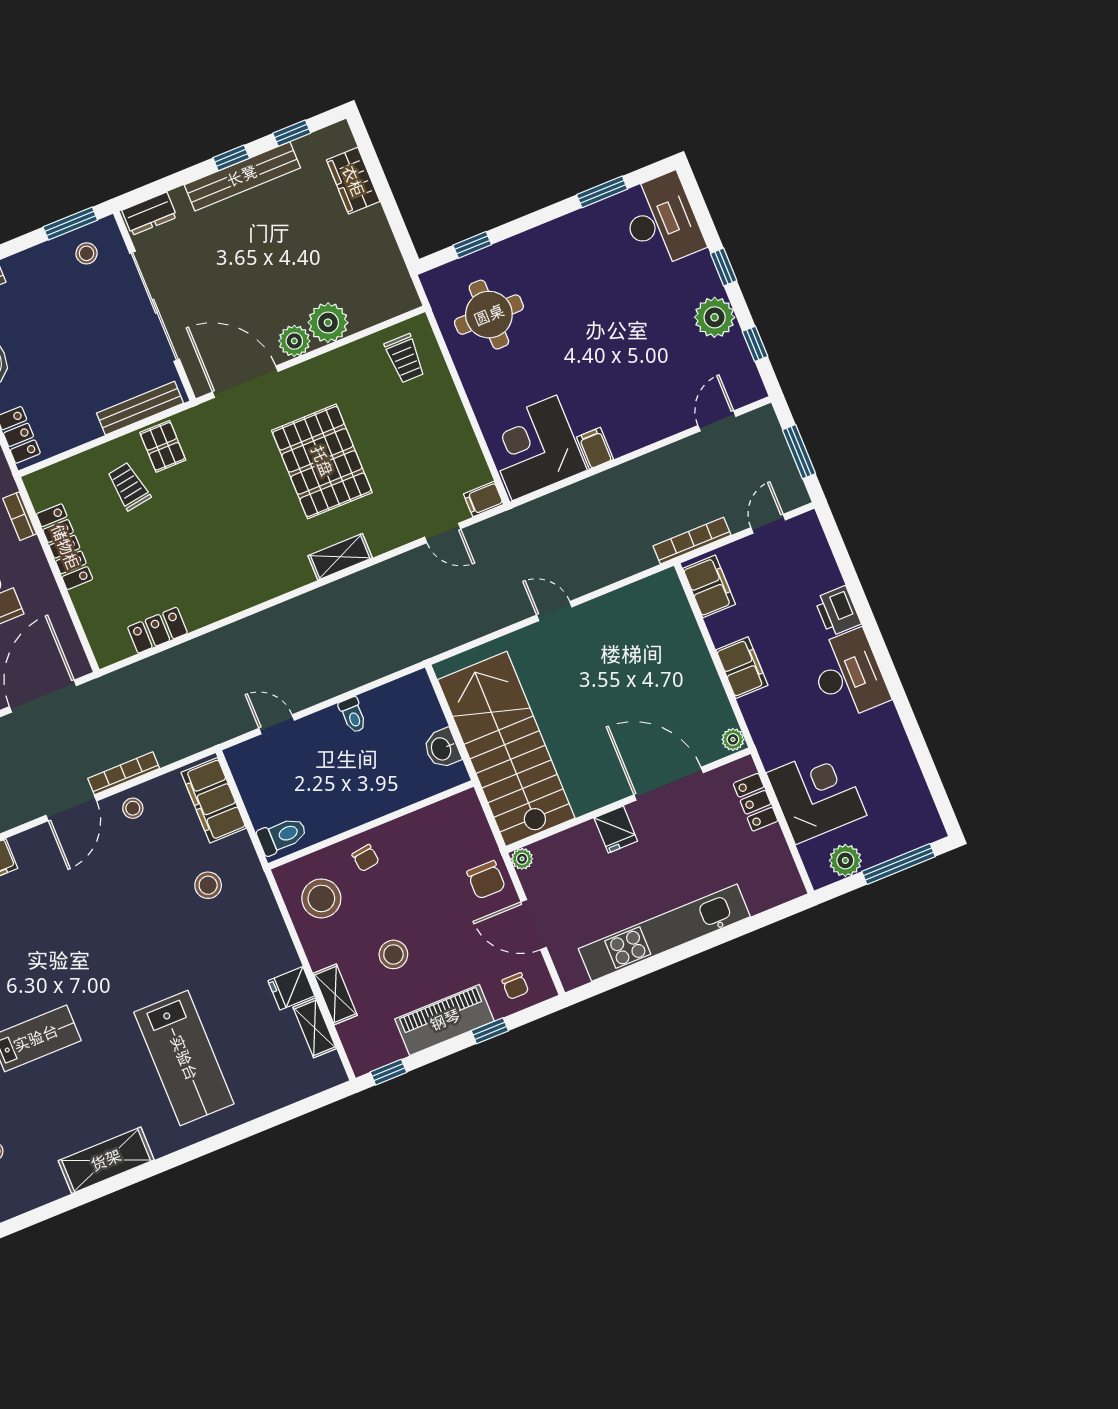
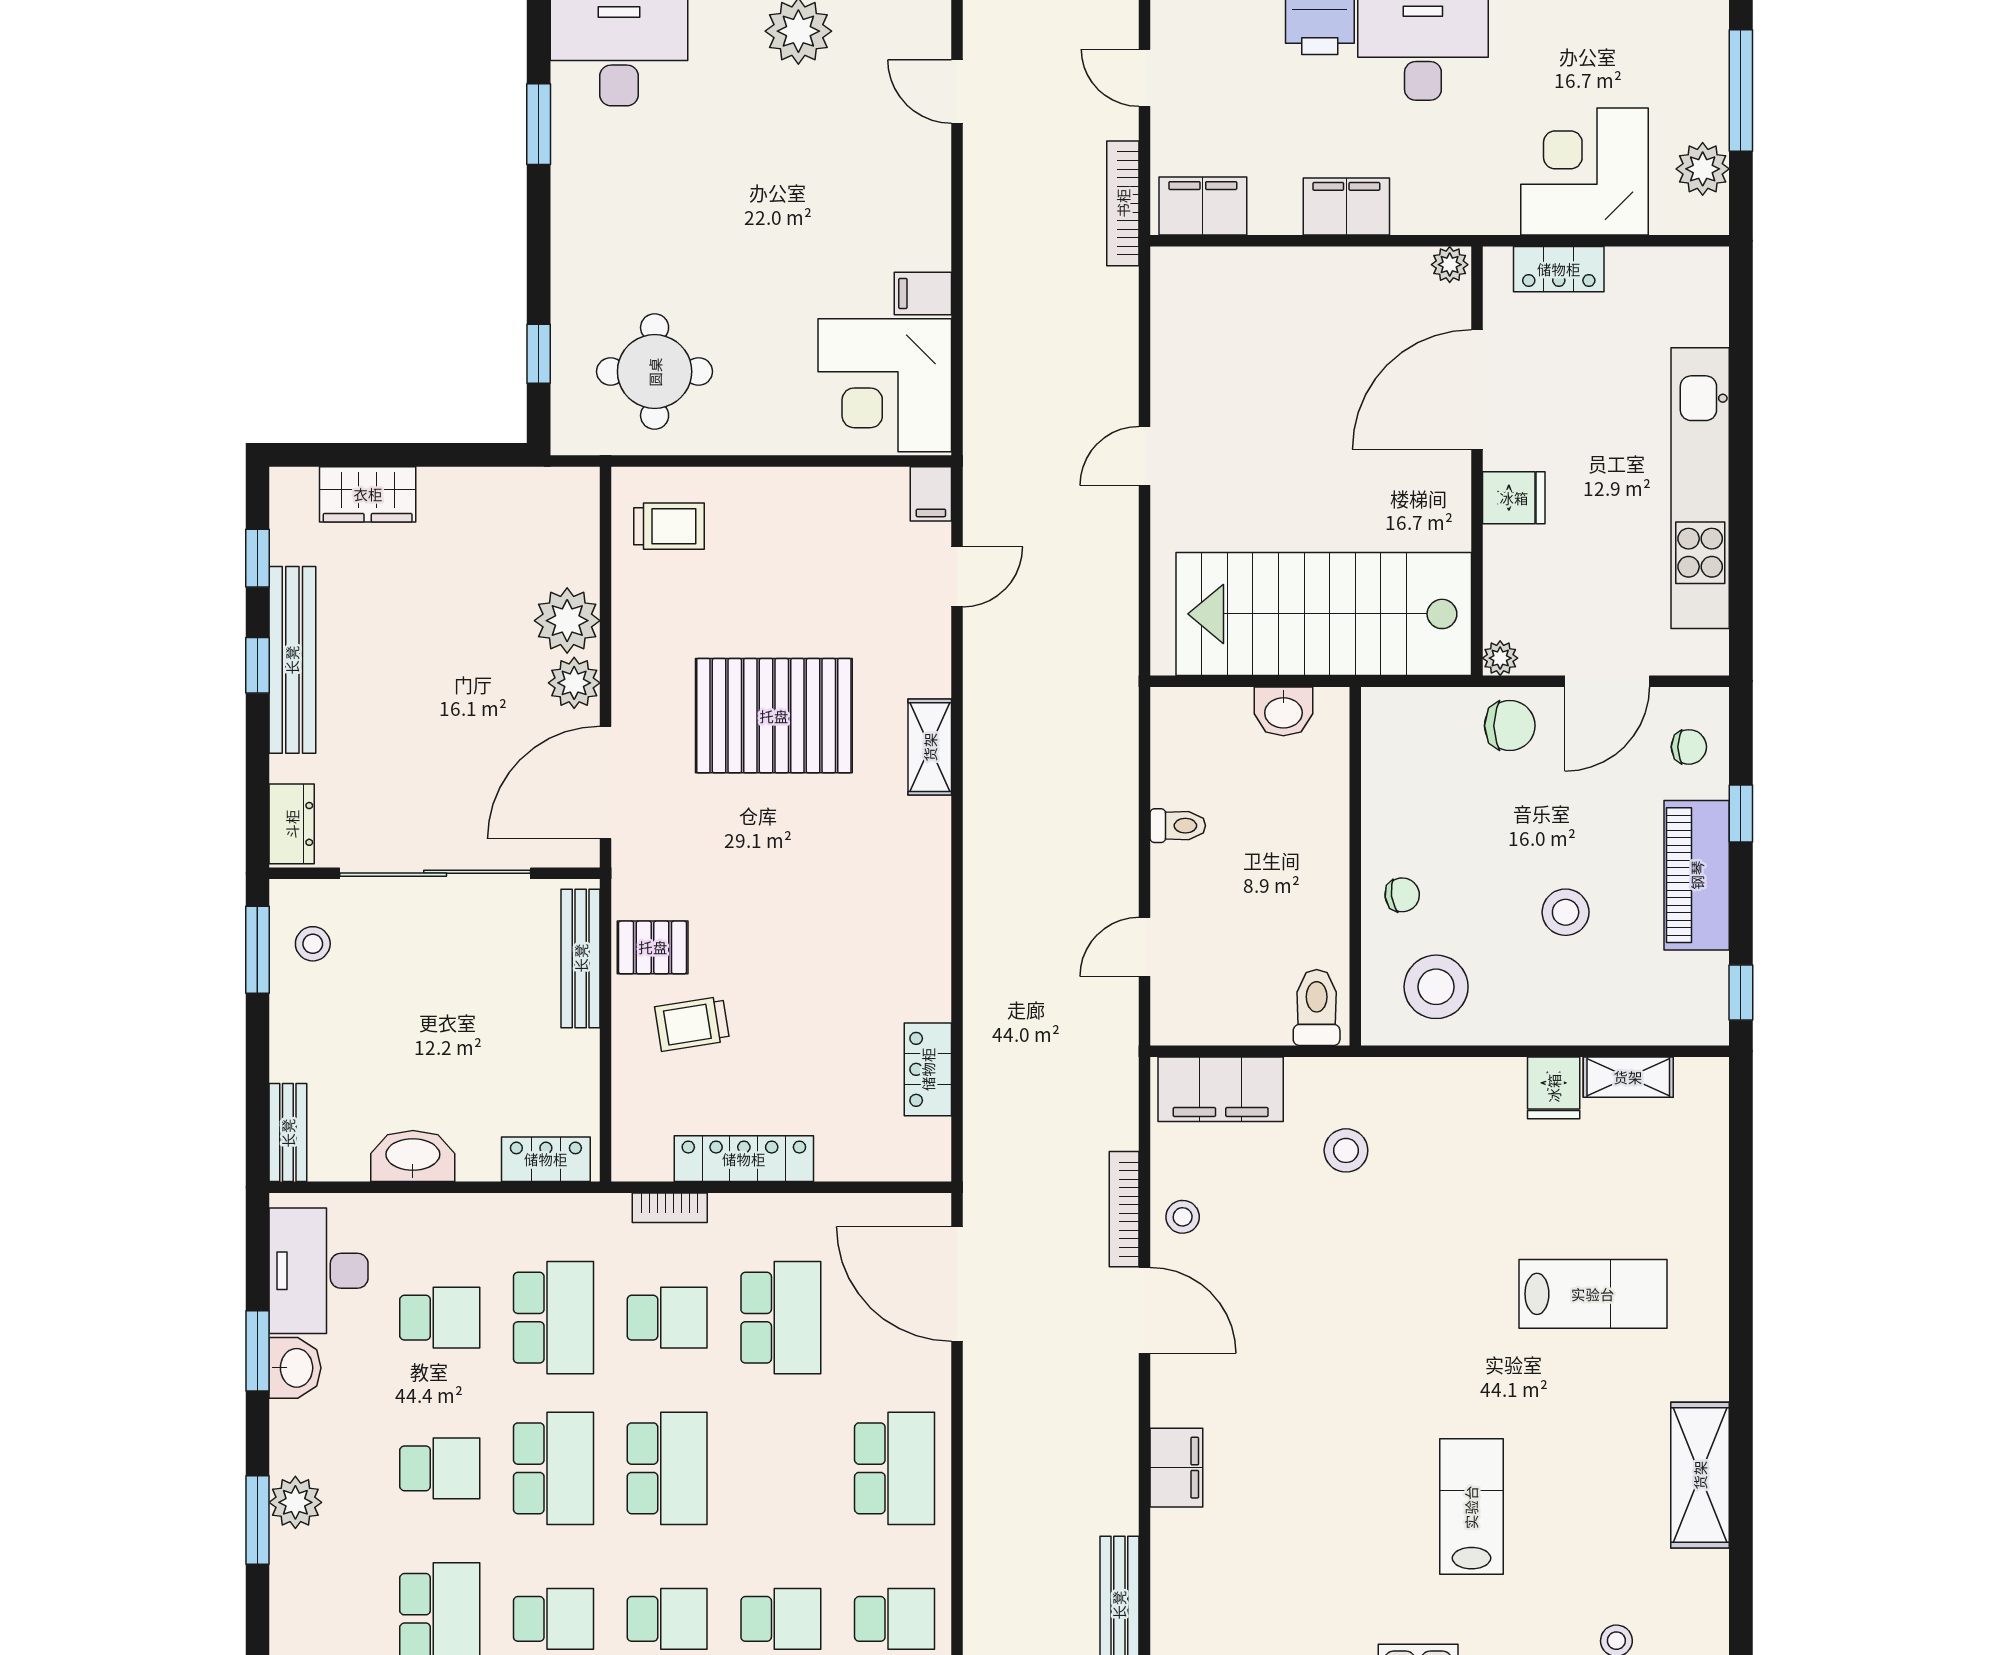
shelving: (335, 994) -> (1590, 1025), removed
lab bench: (184, 1058) -> (1593, 1294), width x0.73, depth x0.72

